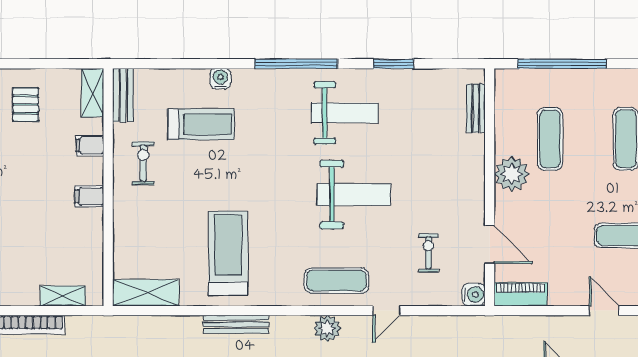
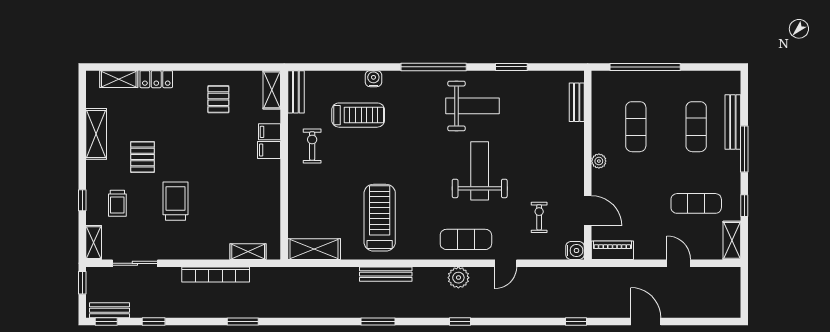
plant: (512, 174) -> (599, 161), width x0.53, depth x0.53
weight bench: (354, 195) -> (480, 171), turned -90
filing cabinet: (89, 196) -> (269, 150), moved

